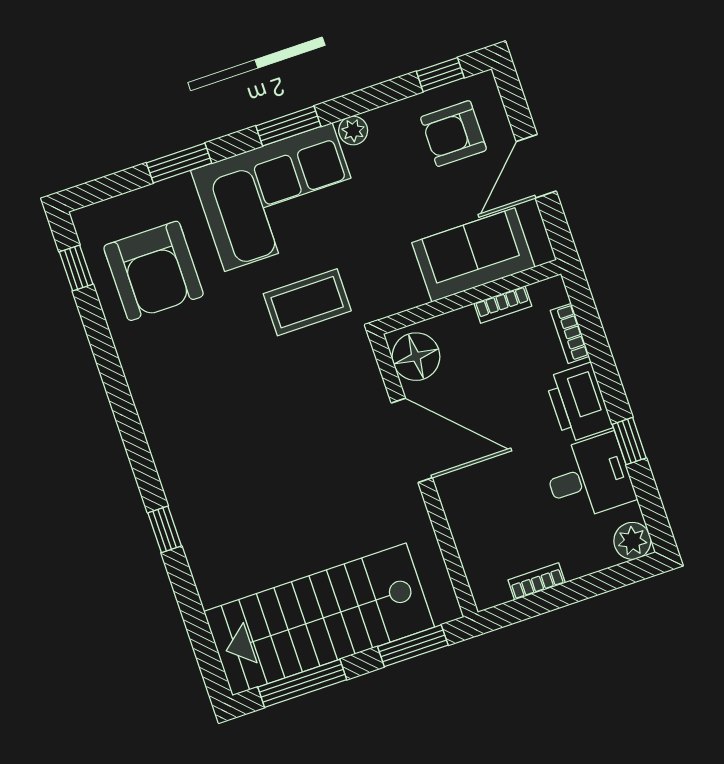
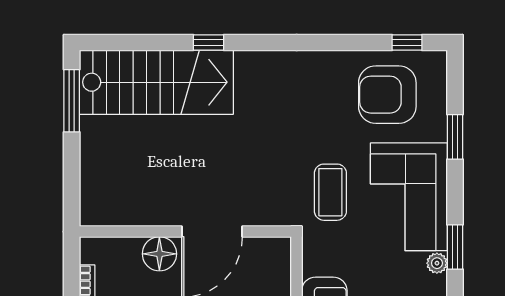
window: (288, 126) -> (455, 247), moved
floor lamp: (416, 357) -> (159, 254), moved
stairs: (319, 619) -> (156, 82), moved, turned 90
window: (413, 646) -> (72, 185), removed

